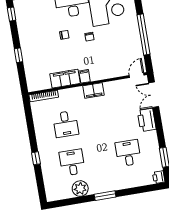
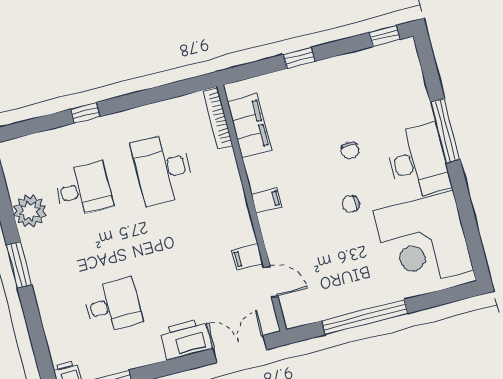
door: (137, 75) -> (271, 282), moved
filing cabinet: (65, 79) -> (249, 126), moved
filing cabinet: (93, 91) -> (247, 257), moved, width x0.50
desk: (66, 124) -> (163, 169), width x1.37

